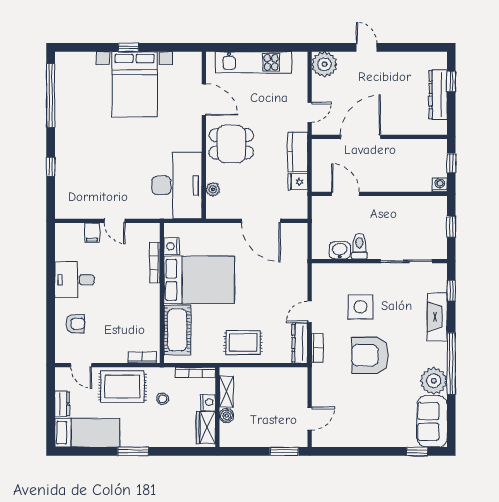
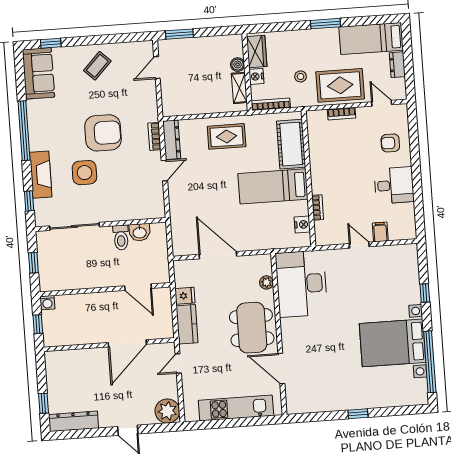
bed with nightstands: (135, 84) -> (393, 343), moved, turned -90
dresser: (438, 95) -> (73, 421), moved, turned -90
dining table: (231, 144) -> (252, 328), width x1.38
bookcase: (155, 263) -> (318, 207), width x0.64
bed: (199, 280) -> (273, 186), width x0.67
side table: (360, 307) -> (84, 173), moved
bookcase: (142, 358) -> (341, 114), moved
plant: (434, 381) -> (40, 113), removed
coffee table: (371, 425) -> (97, 66), added

